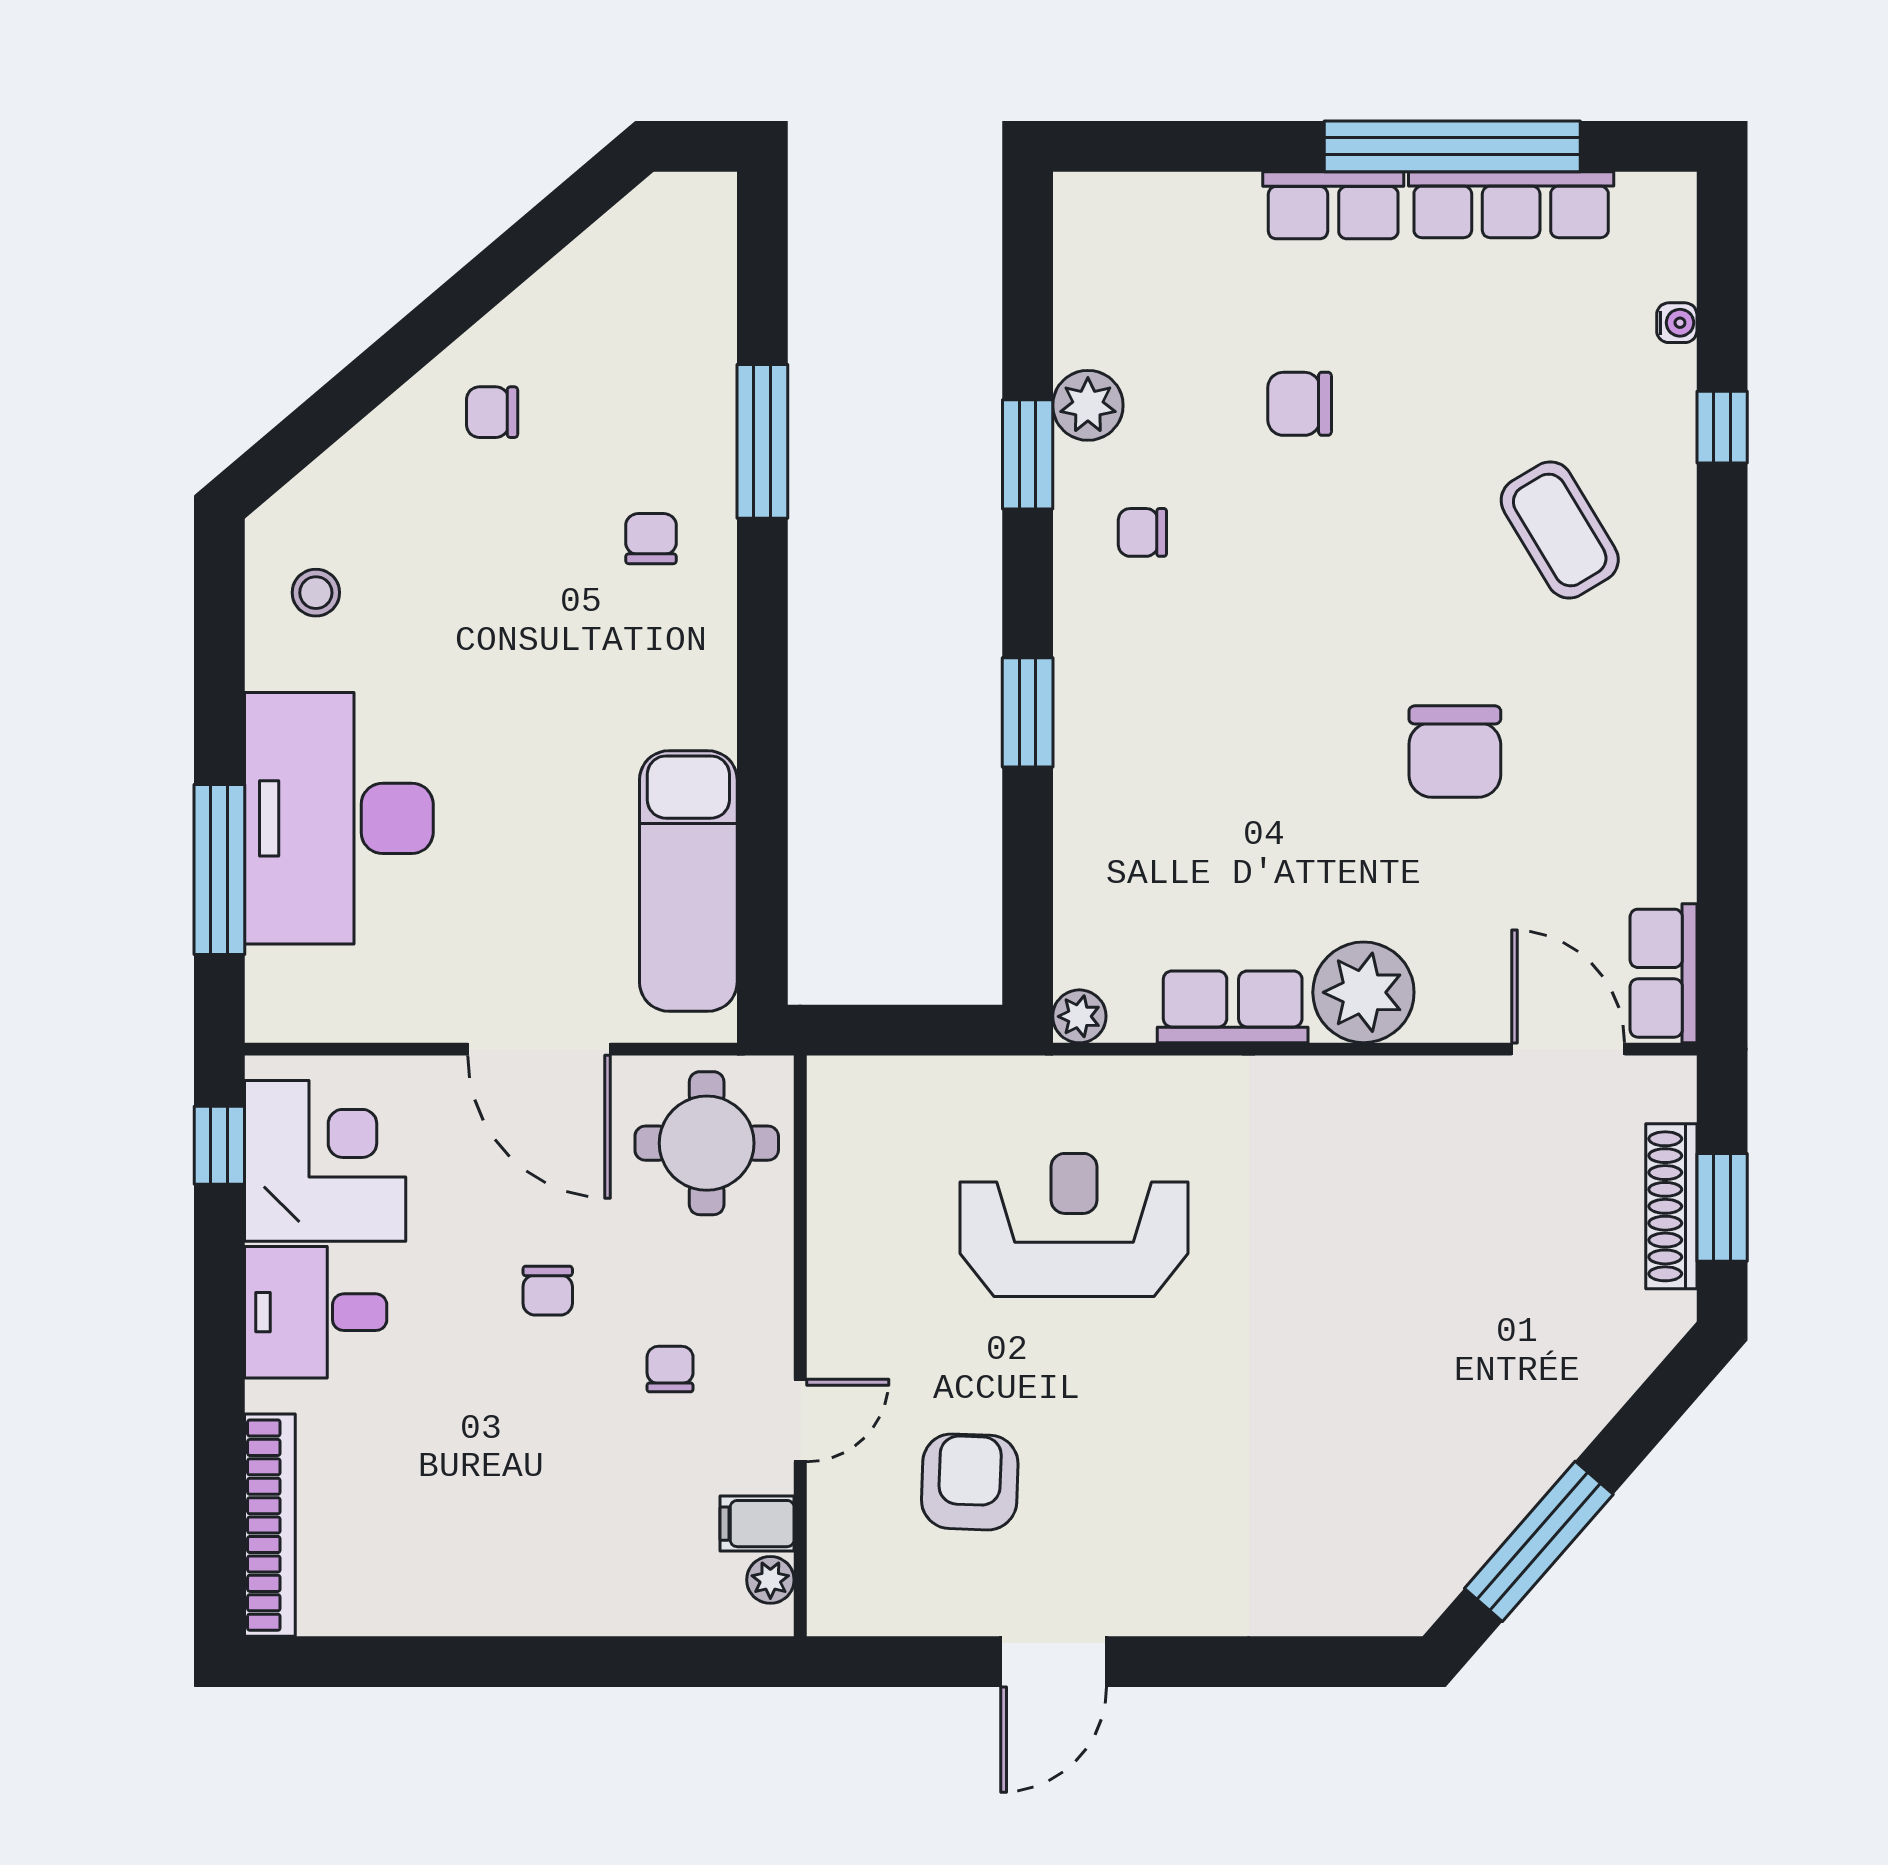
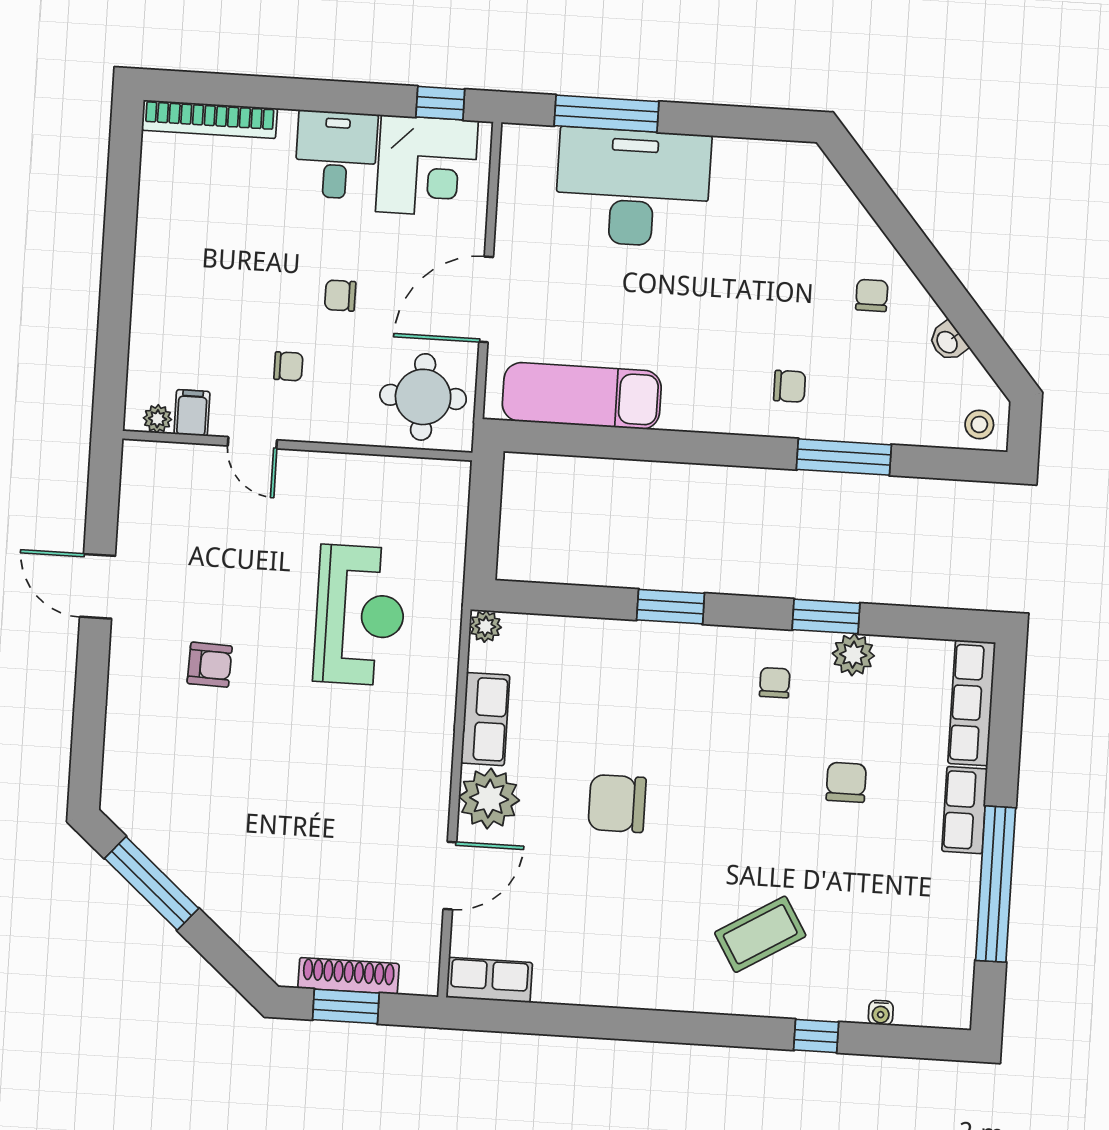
row of seats: (1511, 205) -> (972, 703), moved
washbasin: (561, 282) -> (948, 342), added
stool: (316, 593) -> (979, 424), moved
chair: (1455, 752) -> (617, 803), moved
door: (1568, 1049) -> (450, 876), moved
armchair: (970, 1482) -> (210, 665), moved, width x0.72, depth x0.72

